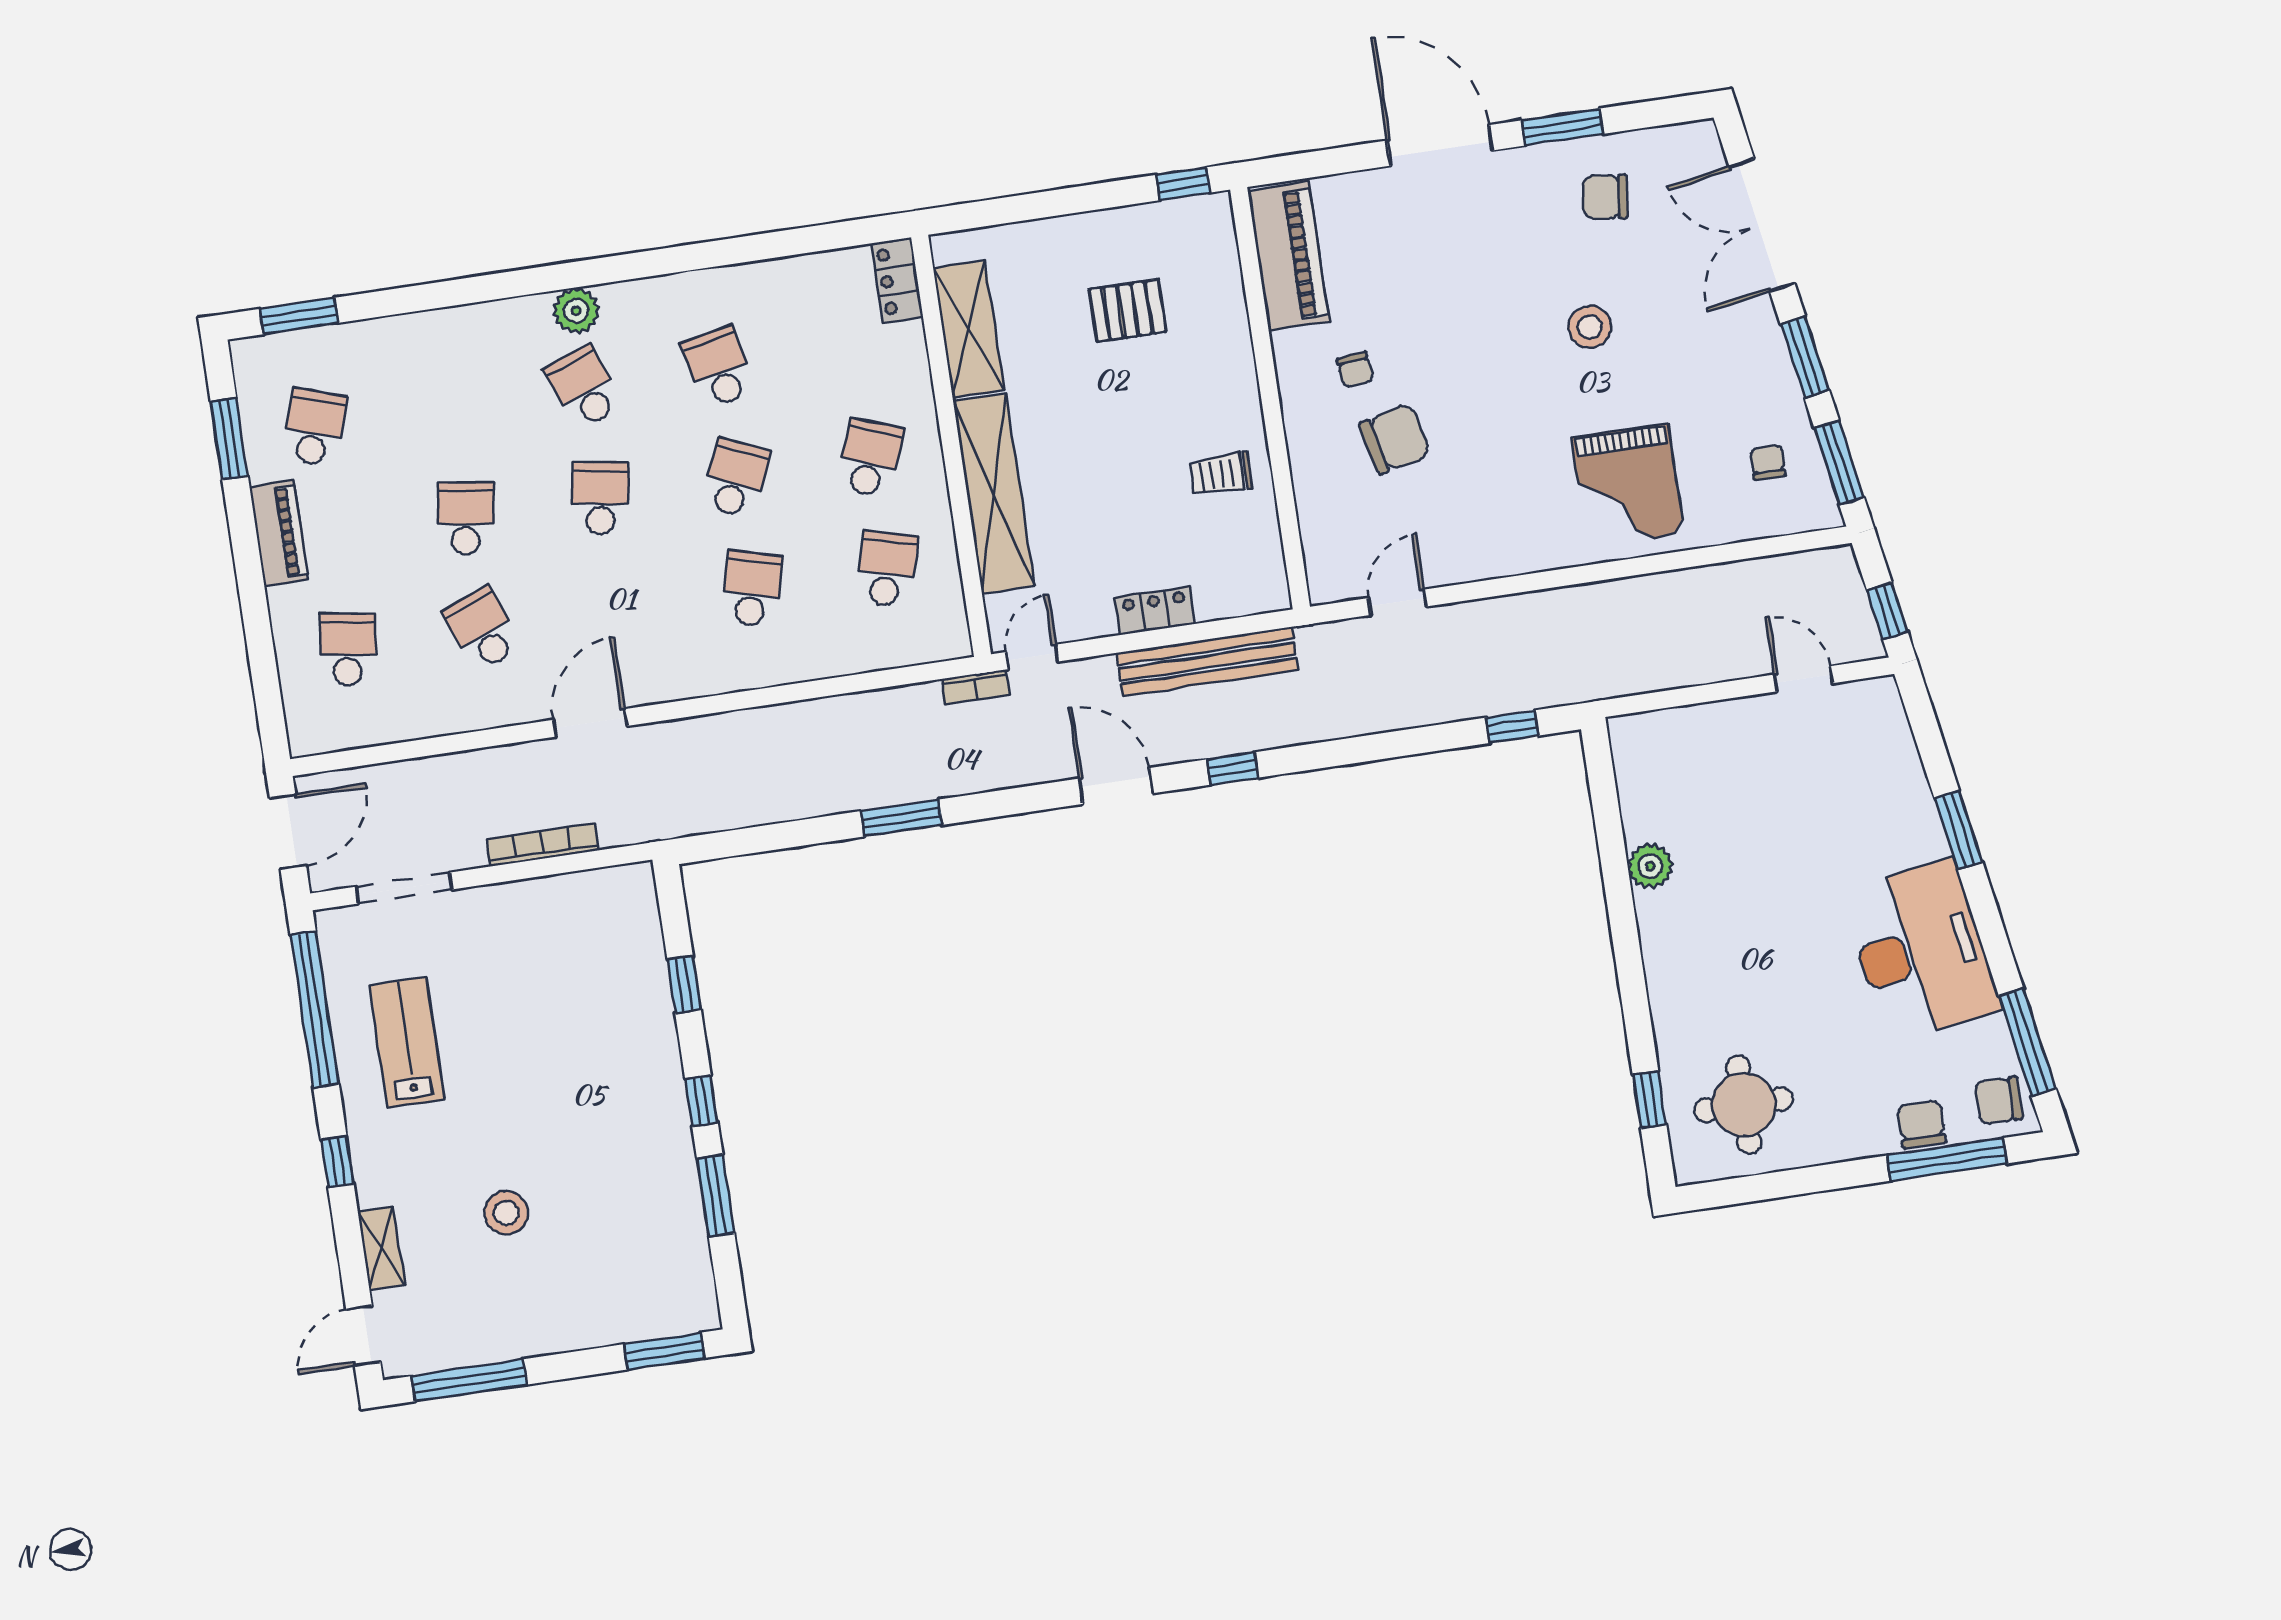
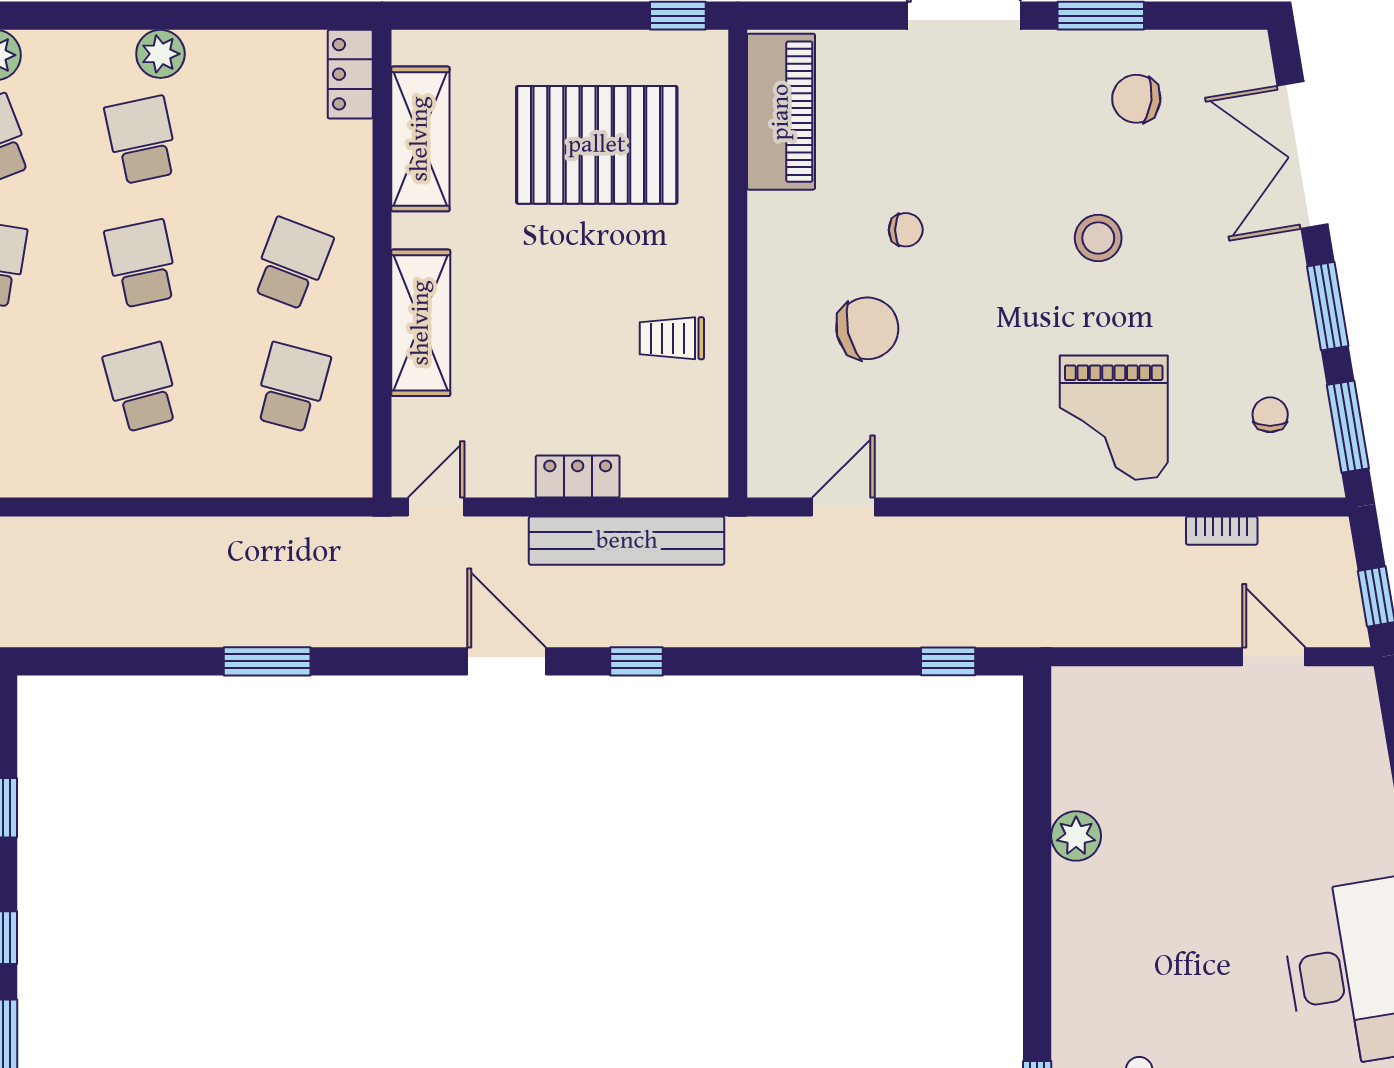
plant: (724, 287) -> (160, 54), added
pallet: (1128, 311) -> (597, 145), width x2.05, depth x2.00
chair: (1355, 370) -> (906, 230), moved, turned -84
school desk: (735, 478) -> (142, 264), turned -36
shelving: (994, 494) -> (421, 323), width x0.68
school desk: (752, 589) -> (142, 387), turned -30
bookcase: (975, 687) -> (1222, 531), moved

